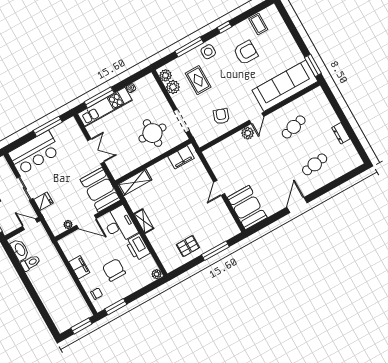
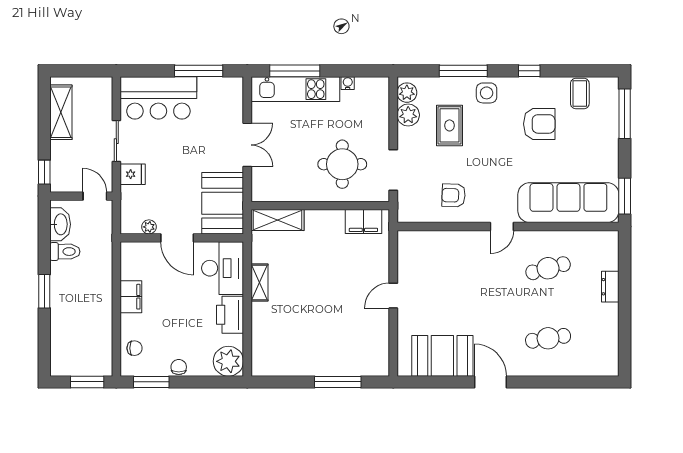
window: (288, 21) -> (625, 114), added
armchair: (221, 116) -> (454, 195), turned -107
plant: (248, 133) -> (478, 240), removed
dresser: (341, 133) -> (610, 287), moved
door: (297, 205) -> (490, 382), hinge flipped
booth: (247, 207) -> (442, 356), moved, turned 90
pallet: (188, 246) -> (302, 353), removed
chair: (114, 270) -> (179, 367), moved, width x0.54, depth x0.54
plant: (157, 274) -> (228, 361), width x1.88, depth x1.88
window: (31, 290) -> (44, 291), added

